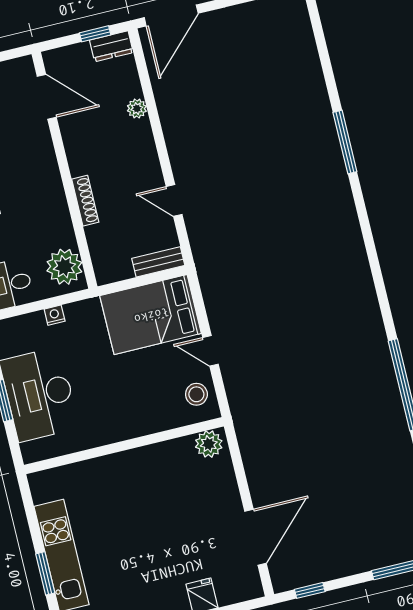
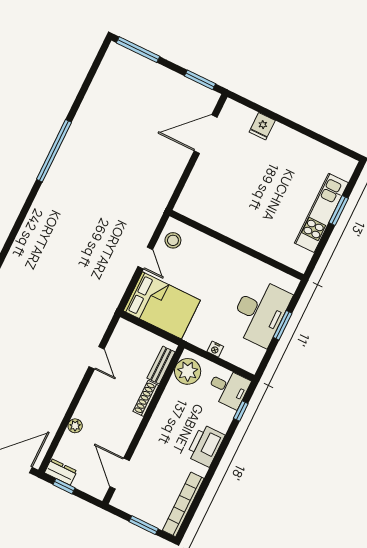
bench: (158, 262) -> (161, 365), moved, turned 90
plant: (209, 444) -> (189, 207), removed
window: (310, 590) -> (200, 80), width x1.50

